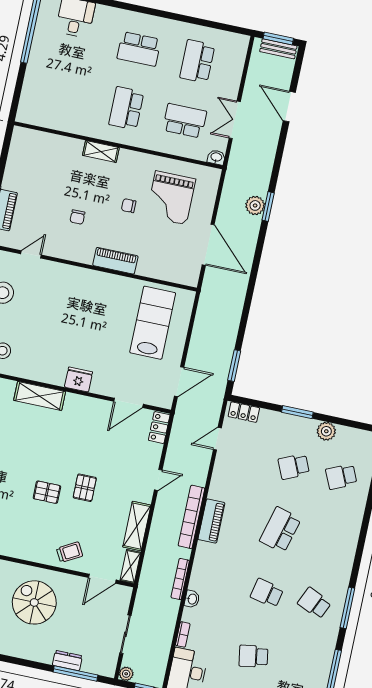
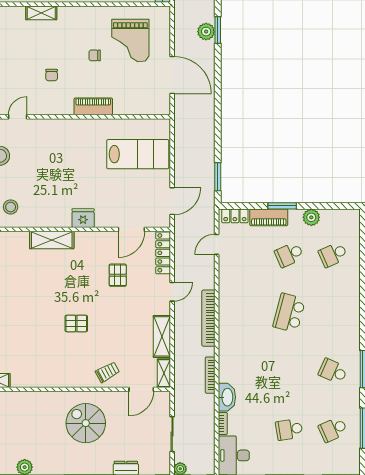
shelving: (101, 151) -> (41, 13), moved
lab bench: (153, 323) -> (138, 154), turned 90
locker: (159, 428) -> (163, 253), width x1.53
pallet: (85, 488) -> (118, 275), moved
piano: (211, 521) -> (269, 217), moved, turned 90
school desk: (267, 593) -> (333, 429), moved, turned -36
washbasin: (192, 599) -> (227, 397), width x1.91, depth x1.45

